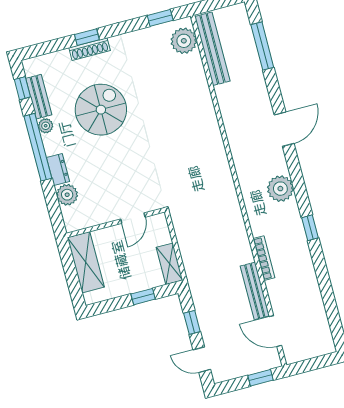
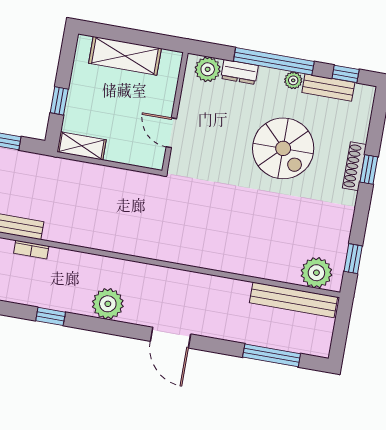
door: (133, 218) -> (171, 133), moved
wall: (116, 223) -> (175, 112), moved
bookcase: (264, 258) -> (31, 250), width x0.64

